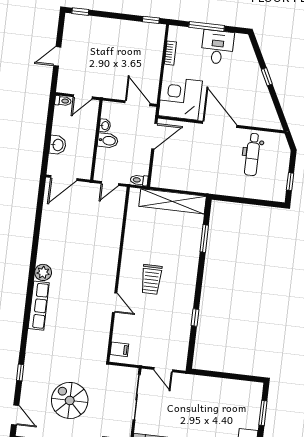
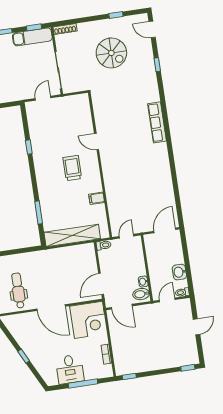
bidet: (108, 141) -> (141, 294), moved
washbasin: (58, 145) -> (179, 272), moved
plant: (43, 272) -> (161, 150), removed
filing cabinet: (119, 349) -> (97, 198), moved
door: (163, 370) -> (43, 98), hinge flipped

